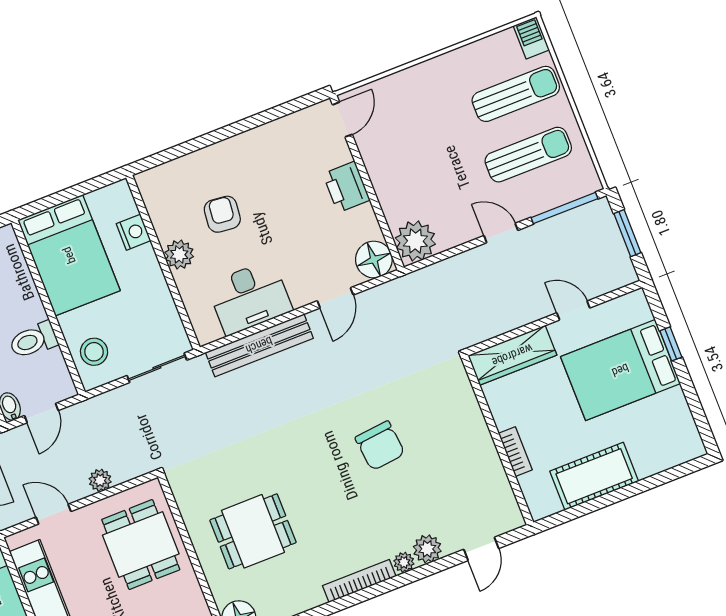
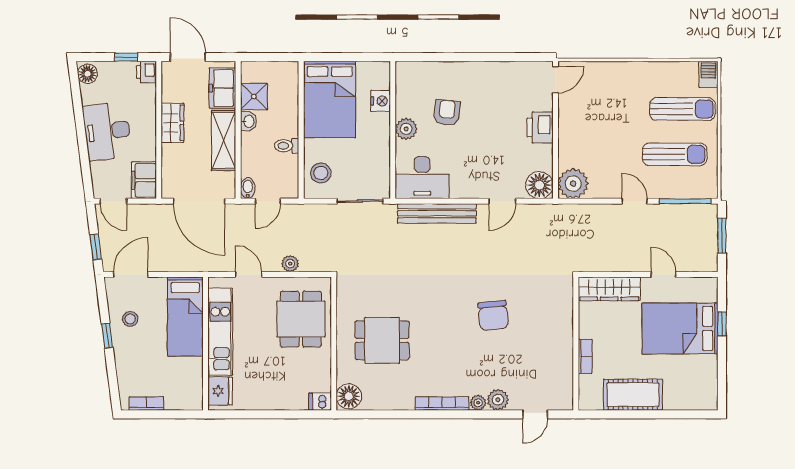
desk: (250, 297) -> (422, 178), moved
toilet: (33, 340) -> (287, 146), width x0.73, depth x0.72

